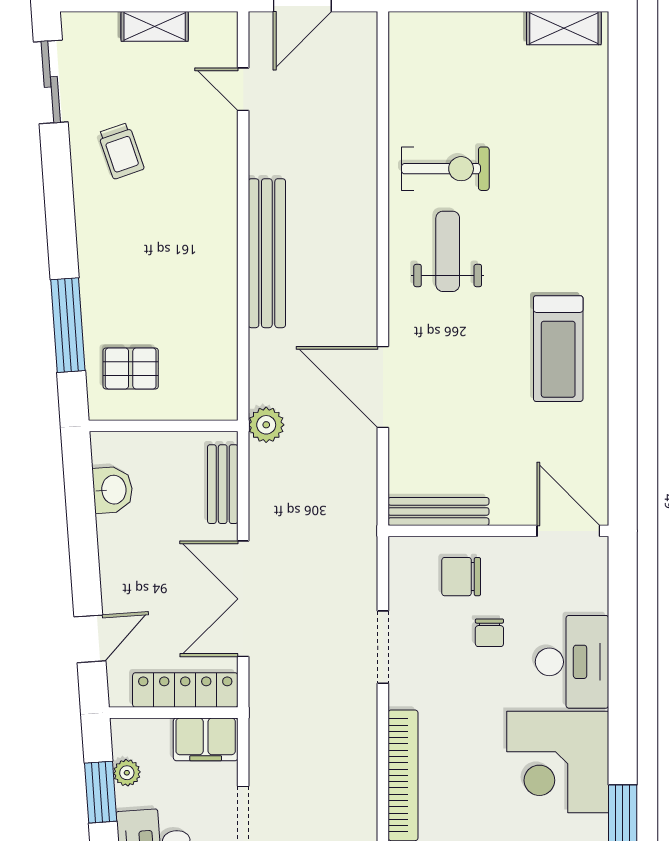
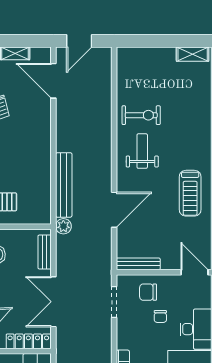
door: (243, 89) -> (53, 81), width x1.87
bench: (267, 253) -> (64, 185), moved
door: (383, 387) -> (114, 210), swing flipped
doorway: (383, 647) -> (114, 302), moved

